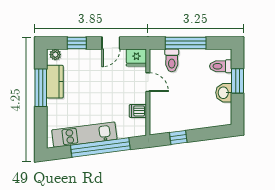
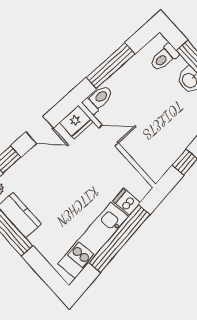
door: (111, 43) -> (39, 130), hinge flipped
toilet: (172, 60) -> (98, 99), moved, turned -90
dishwasher: (138, 111) -> (127, 202), moved, turned 83

